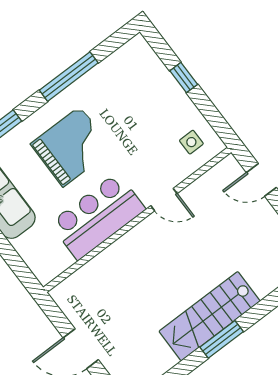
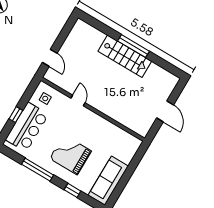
bar counter: (98, 216) -> (27, 127), moved, turned -90
window: (222, 339) -> (133, 46), width x1.44

